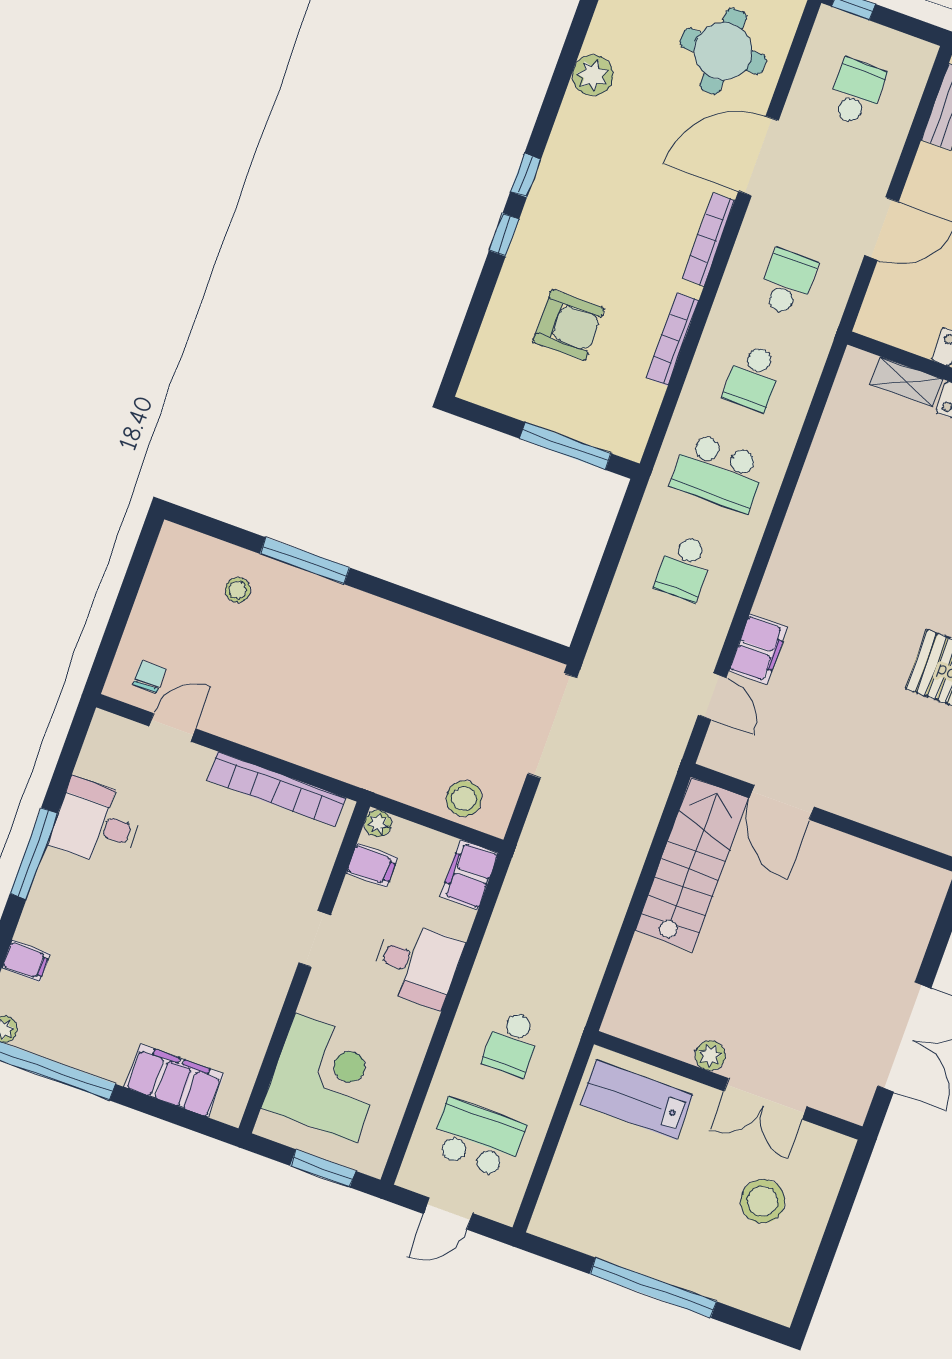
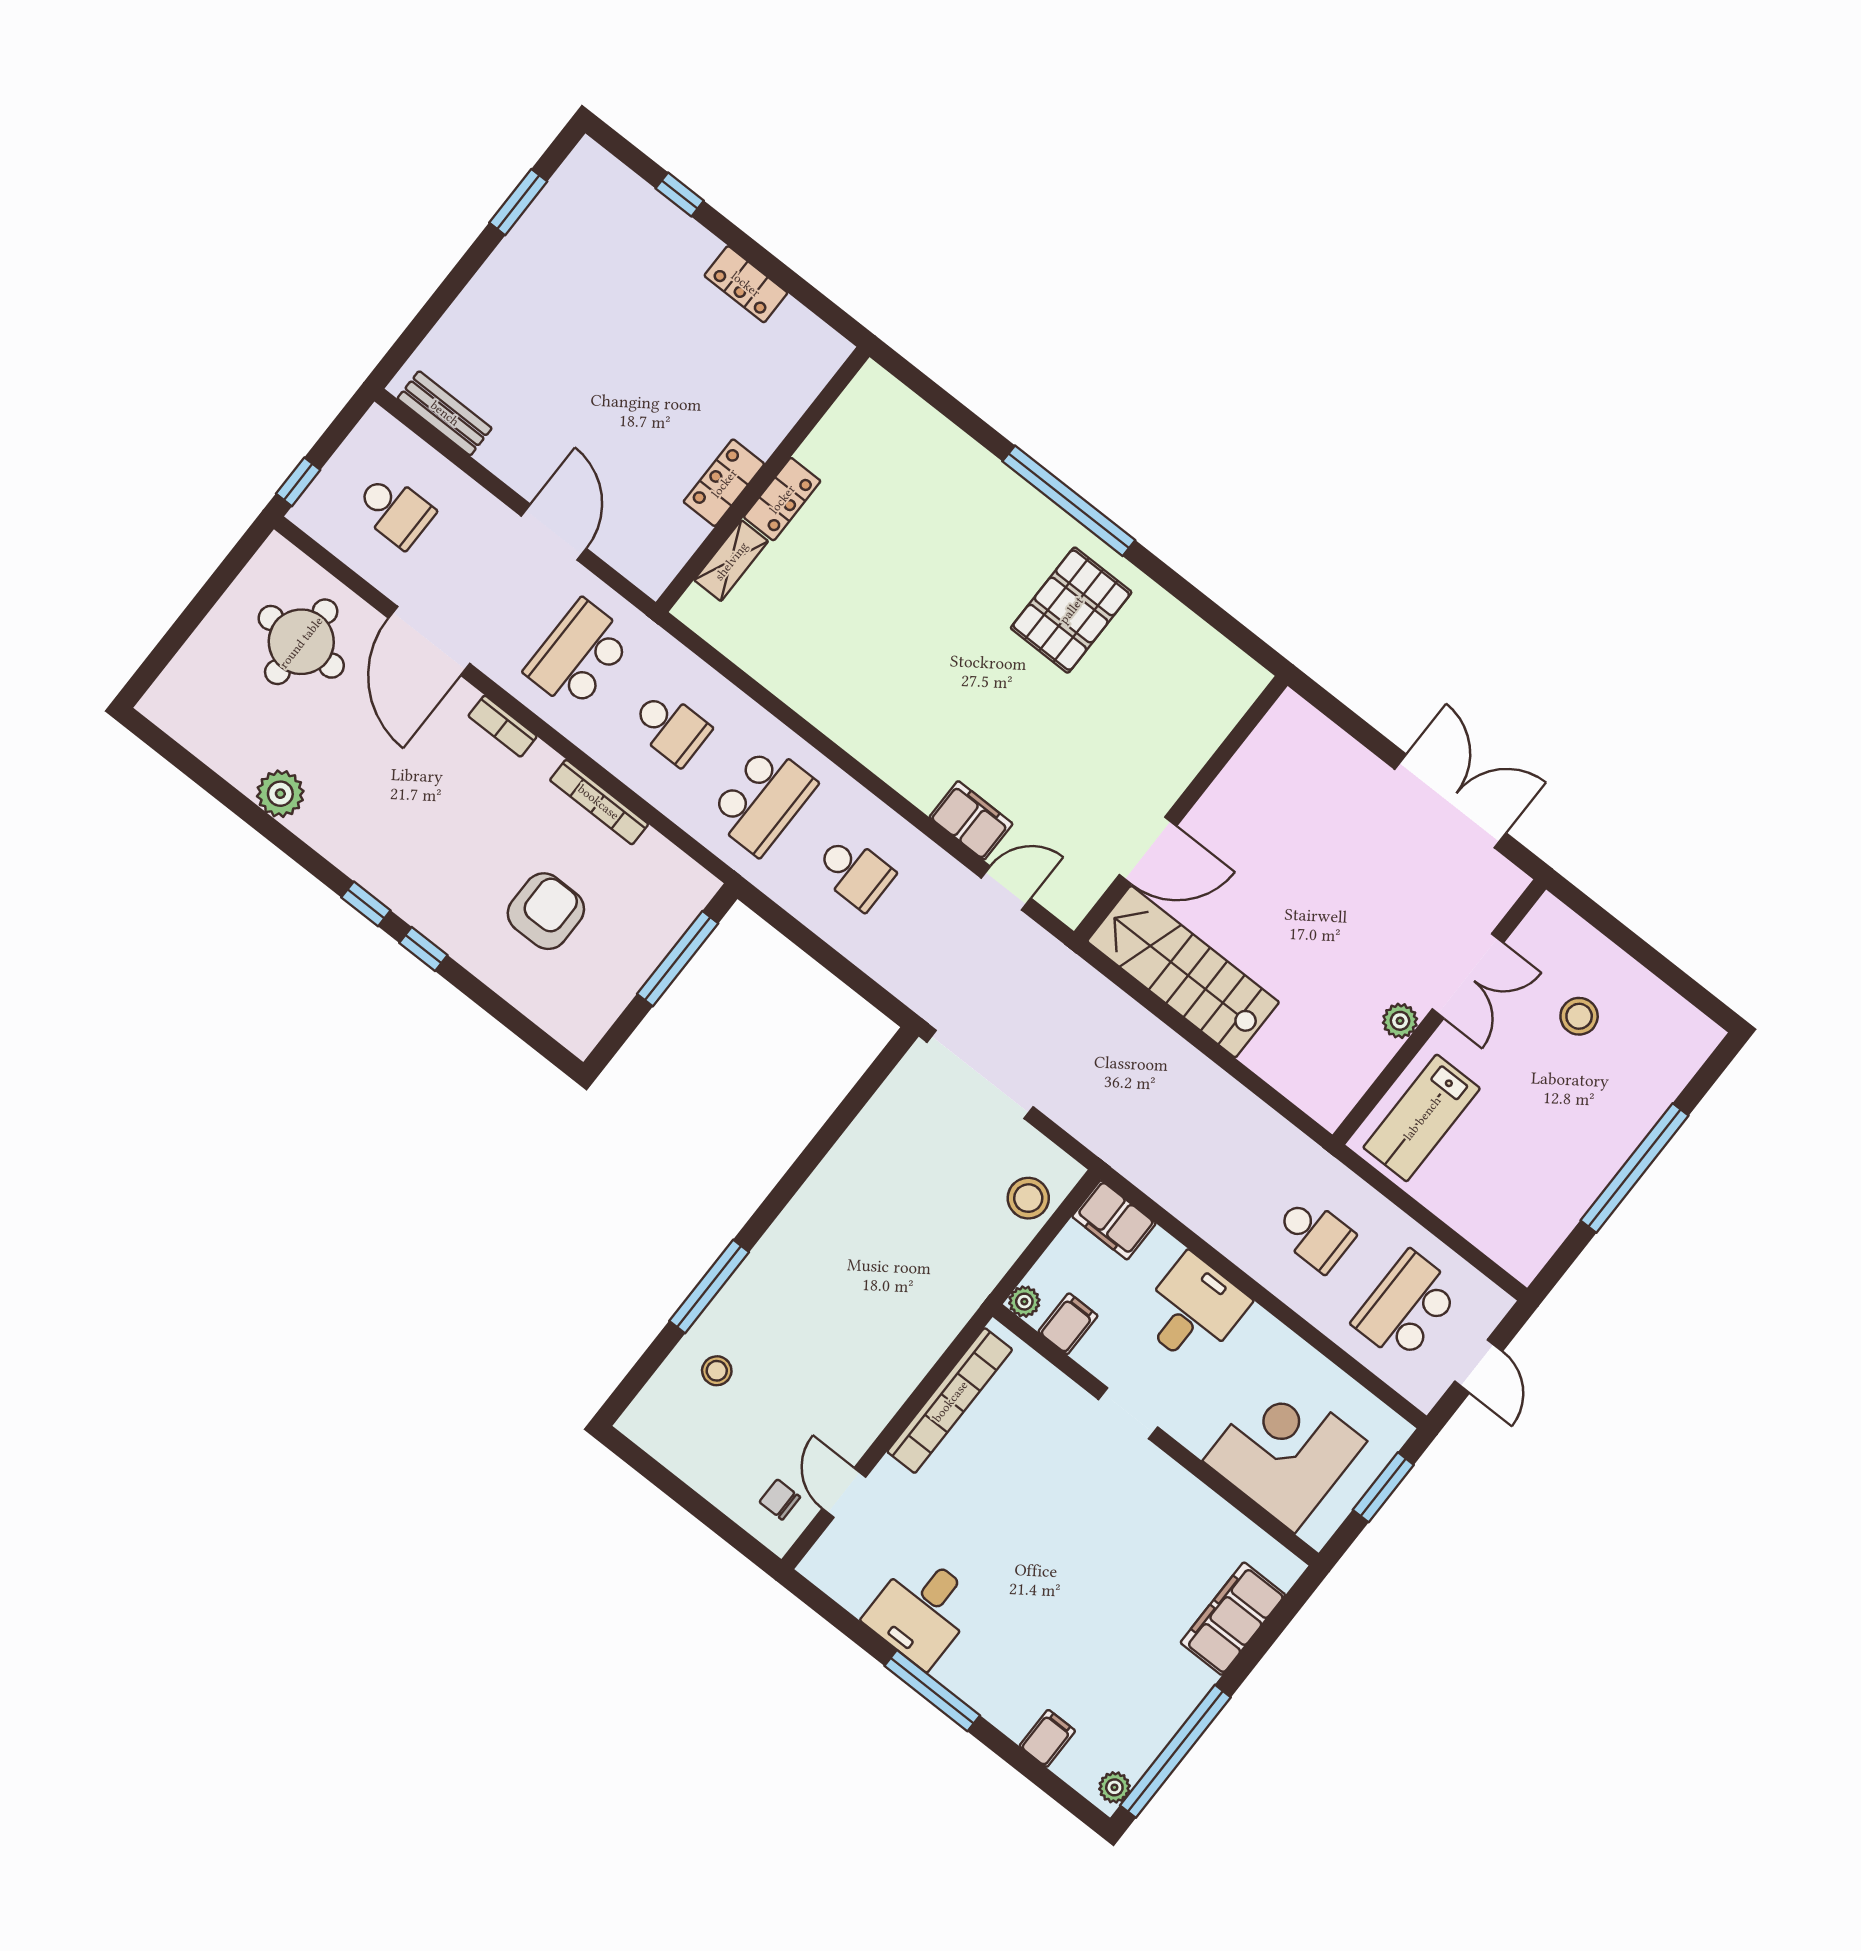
school desk: (856, 92) -> (395, 510), turned 180
bookcase: (709, 239) -> (503, 726), width x0.64
school desk: (787, 282) -> (579, 655), width x1.85
stool: (763, 1201) -> (1579, 1016), width x0.73, depth x0.73

